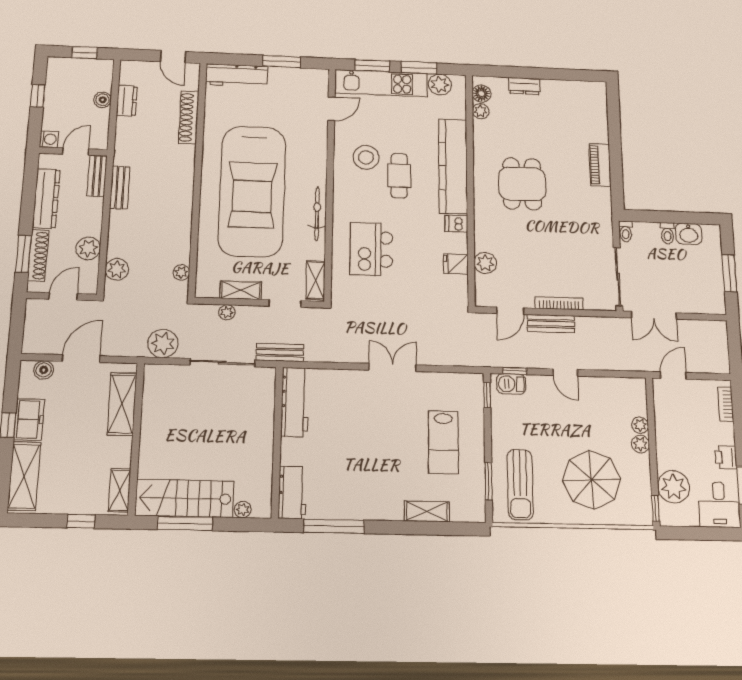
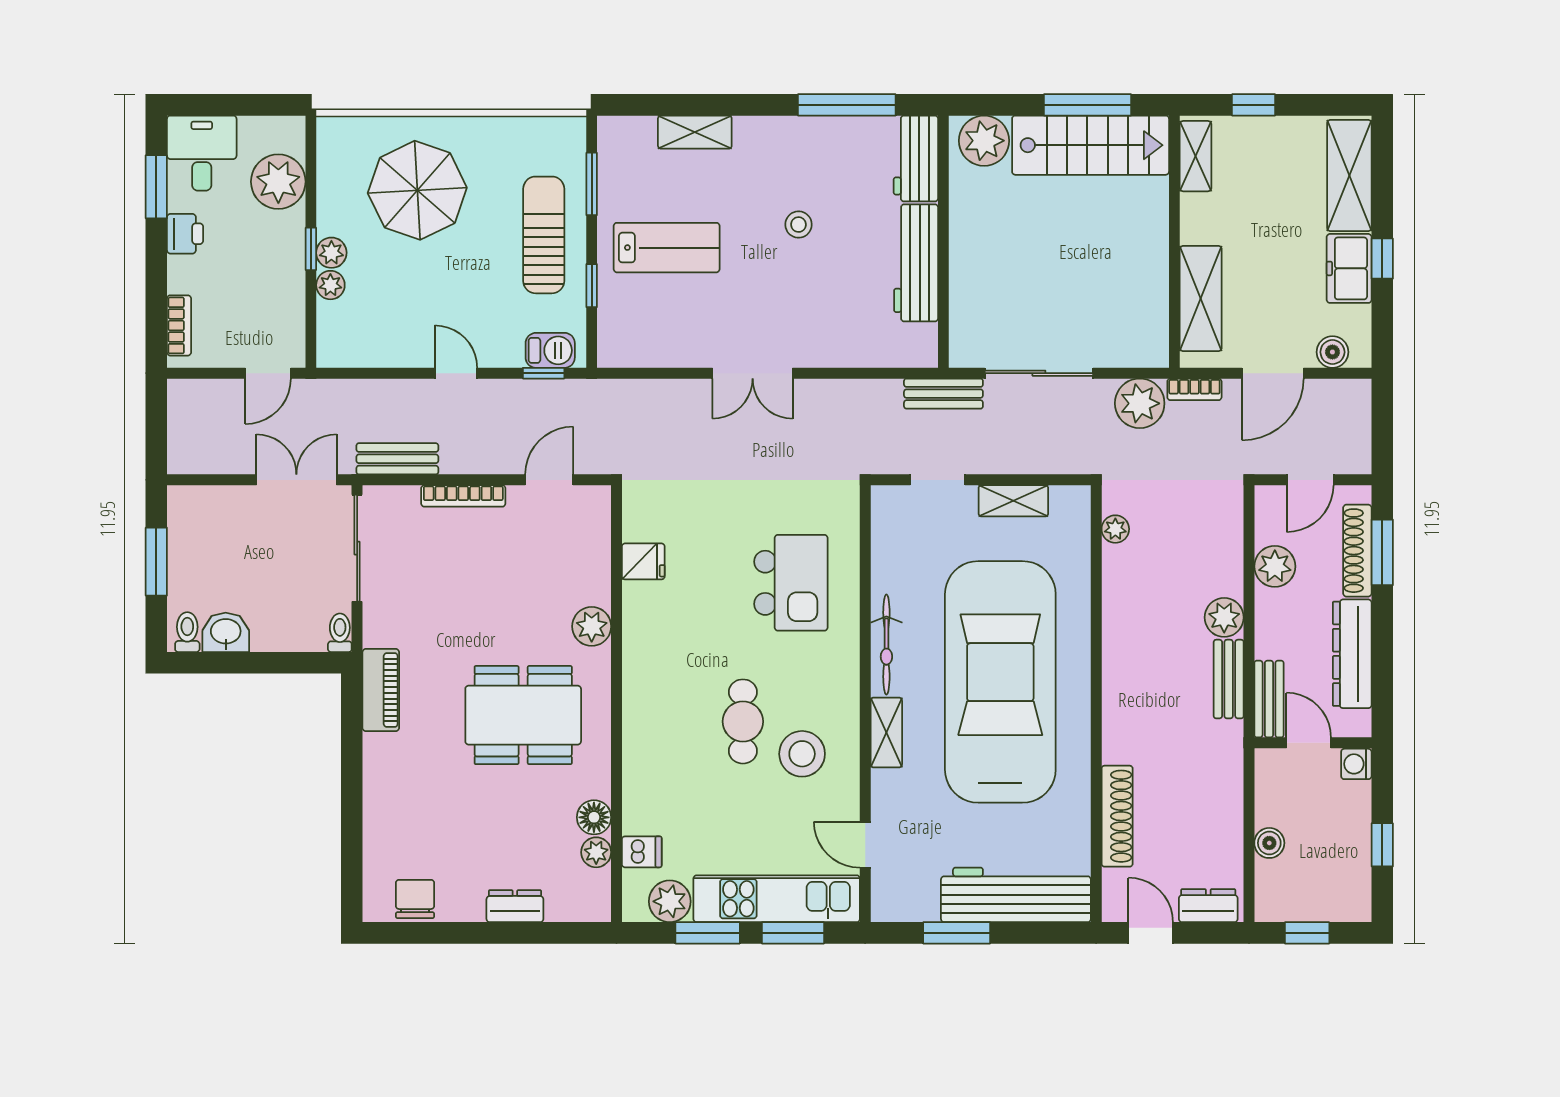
workbench: (237, 75) -> (1016, 895), width x1.36, depth x1.32
chair: (579, 92) -> (415, 899), added
floor lamp: (481, 94) -> (594, 817), moved
dresser: (127, 101) -> (1208, 906), moved, turned 90
door: (331, 109) -> (865, 845), hinge flipped
door: (76, 152) -> (1309, 743), swing flipped
piano: (600, 165) -> (381, 690), moved
kitchen counter: (453, 166) -> (647, 744), removed
dining table: (522, 184) -> (523, 715), width x1.37
dishwasher: (456, 224) -> (642, 852), moved
toilet: (667, 233) -> (187, 632), moved
plant: (485, 263) -> (592, 626), moved
plant: (117, 269) -> (1224, 617), moved
shelving: (316, 280) -> (886, 733), moved
plant: (227, 312) -> (1035, 461), removed
bench: (551, 324) -> (397, 459), moved
bookcase: (129, 351) -> (1194, 389), added
window: (487, 395) -> (592, 286), moved
workbench: (295, 402) -> (916, 263), moved
lab bench: (443, 442) -> (667, 248), turned 90
stool: (364, 454) -> (799, 225), added
sun lounger: (520, 485) -> (544, 235), moved
window: (656, 508) -> (311, 249), moved
plant: (243, 510) -> (984, 141), width x1.87, depth x1.87

